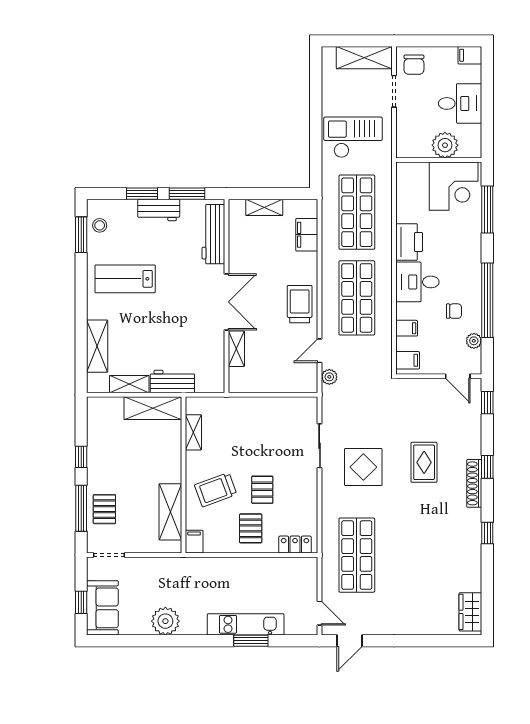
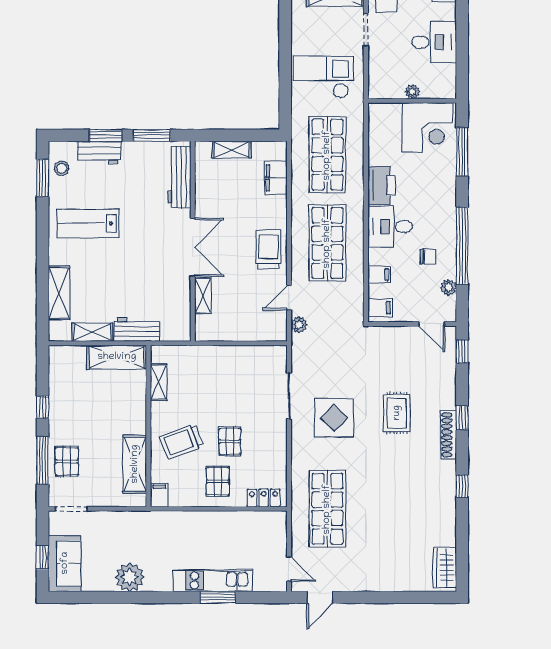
plant: (445, 145) -> (412, 92), width x0.53, depth x0.53
workbench: (159, 210) -> (99, 152), moved

